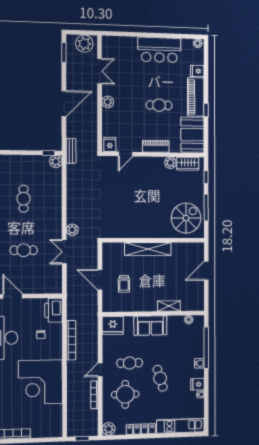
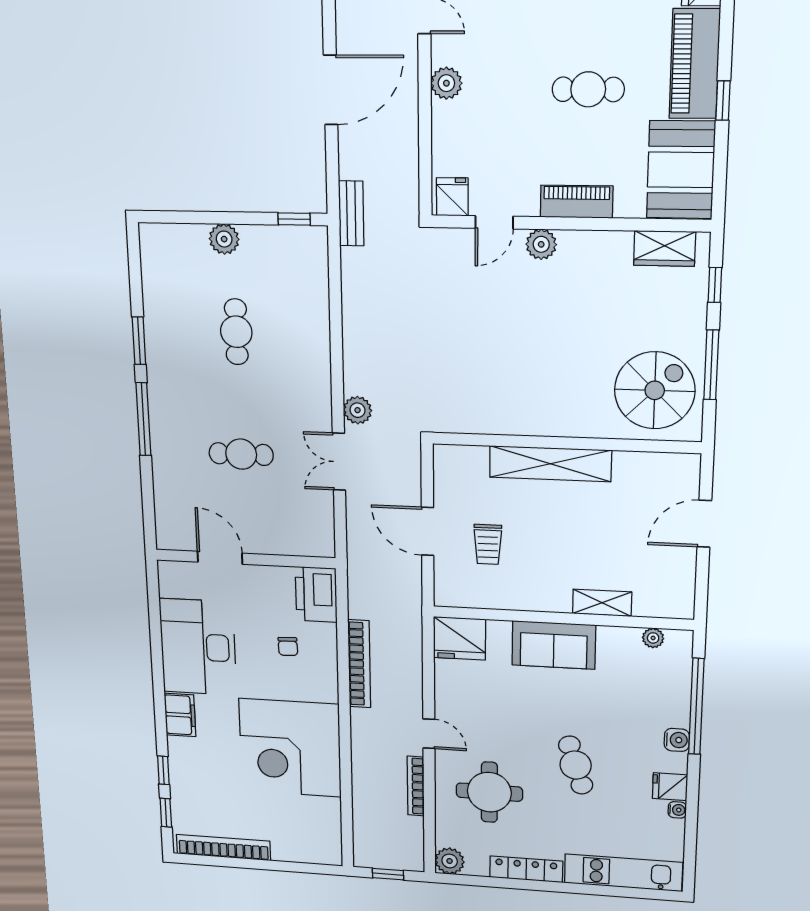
plant: (56, 161) -> (224, 239), moved
plant: (170, 163) -> (541, 244), moved
cafe table: (130, 363) -> (501, 725), removed
door: (100, 370) -> (429, 734), swing flipped

